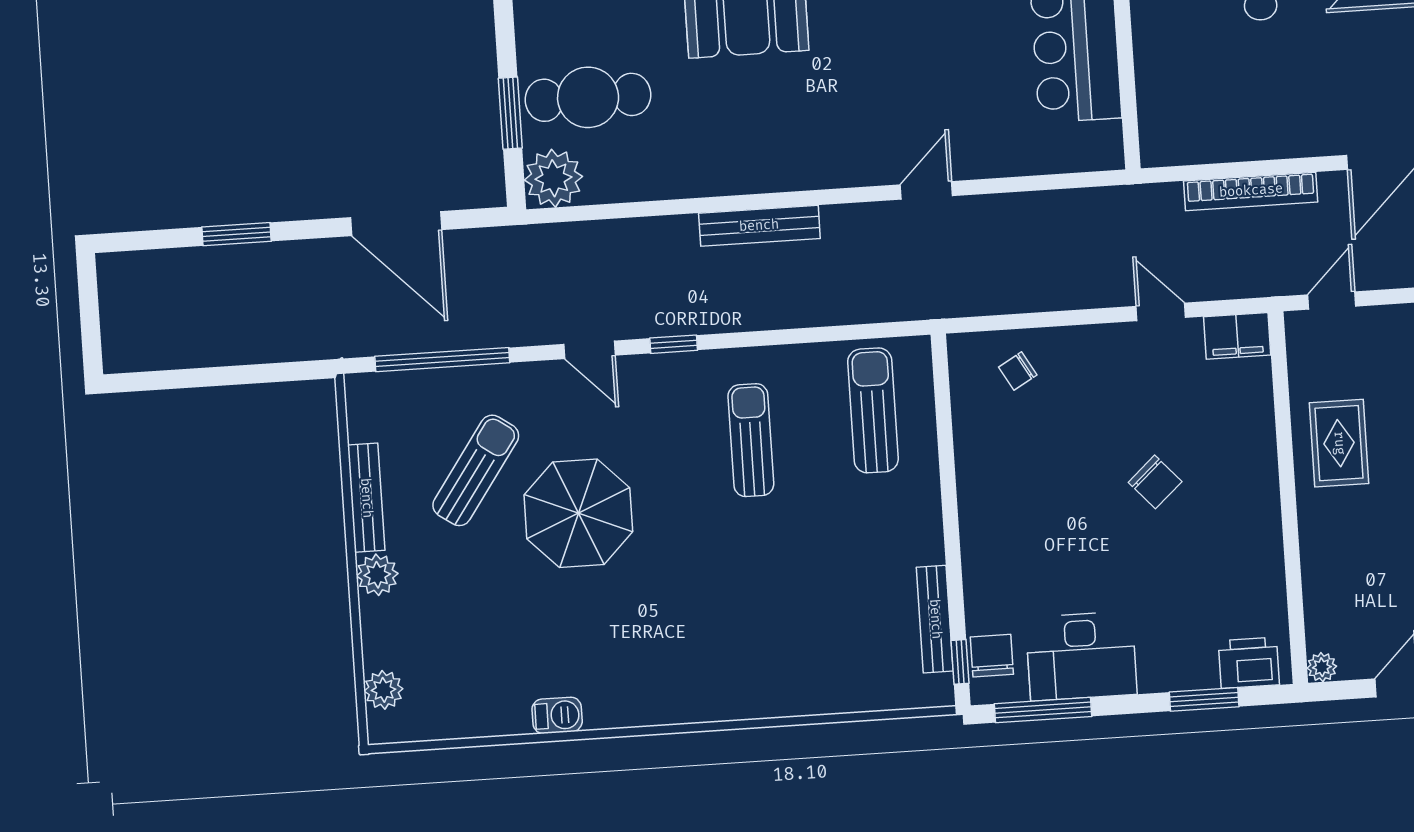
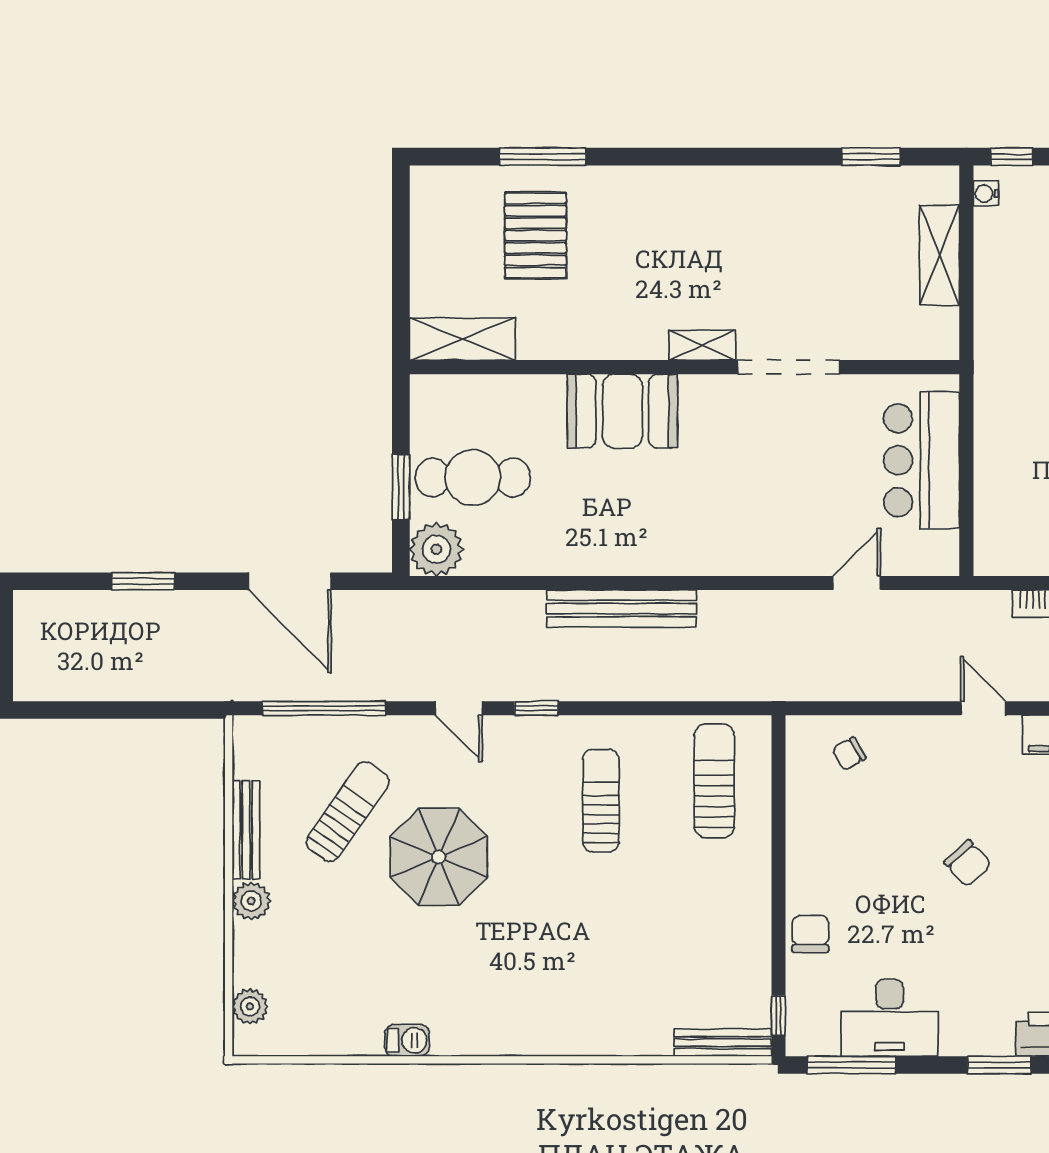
door: (926, 190) -> (857, 583), moved
bench: (759, 226) -> (622, 609), width x1.37, depth x1.21
bench: (935, 619) -> (723, 1043), moved, turned 90
chair: (992, 656) -> (810, 934), moved

